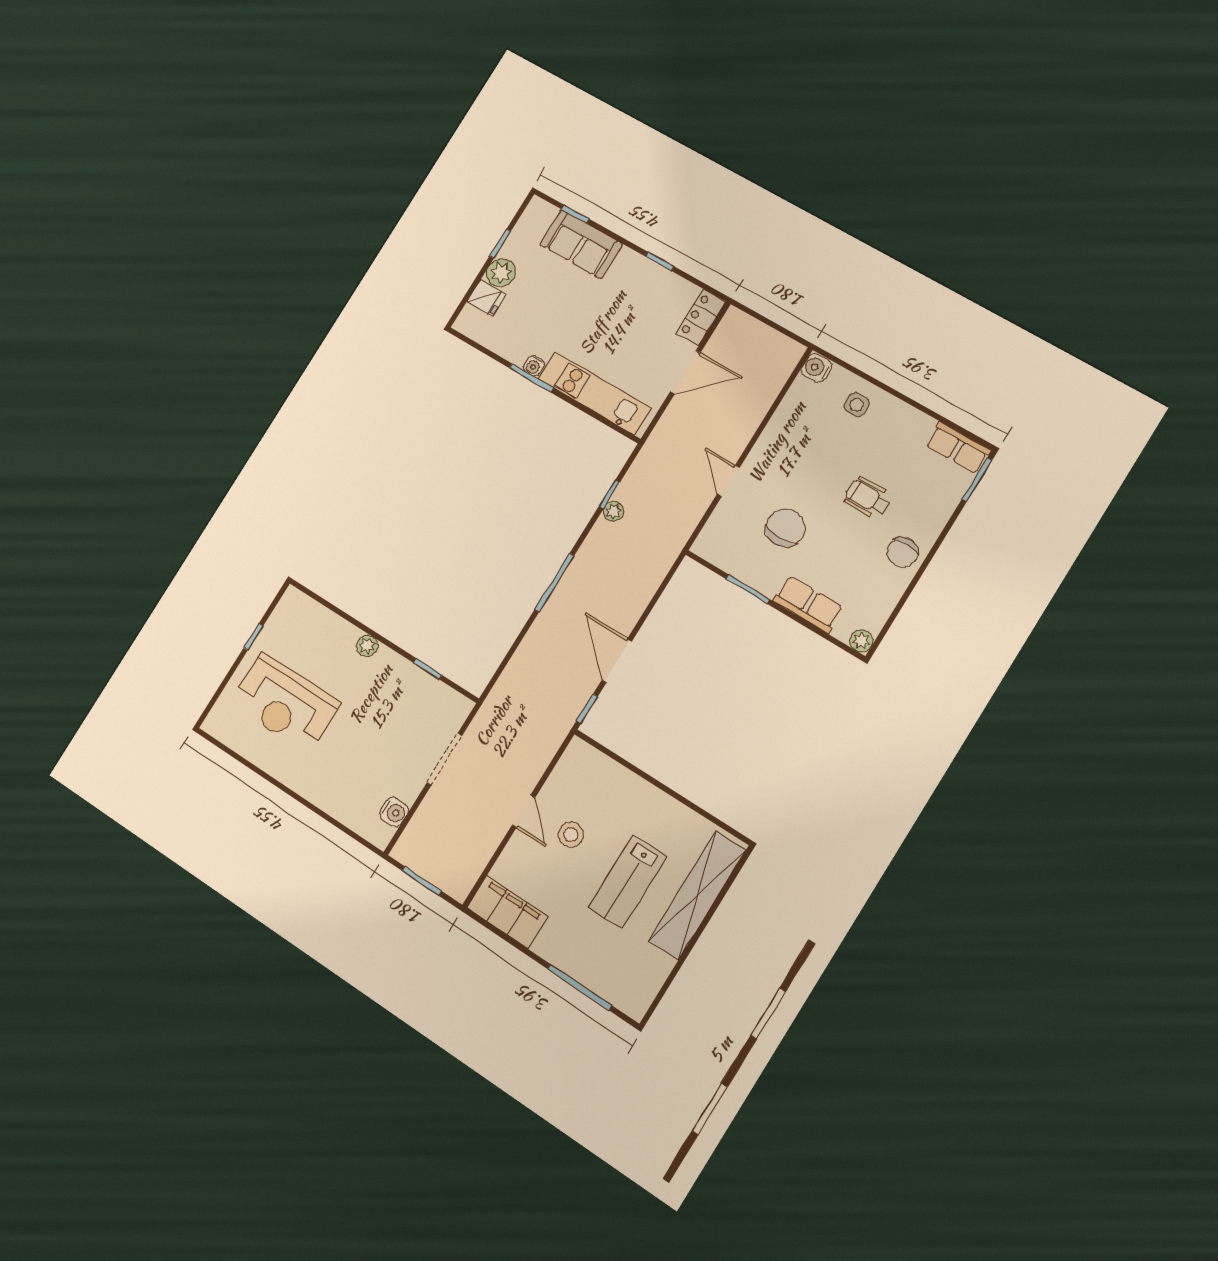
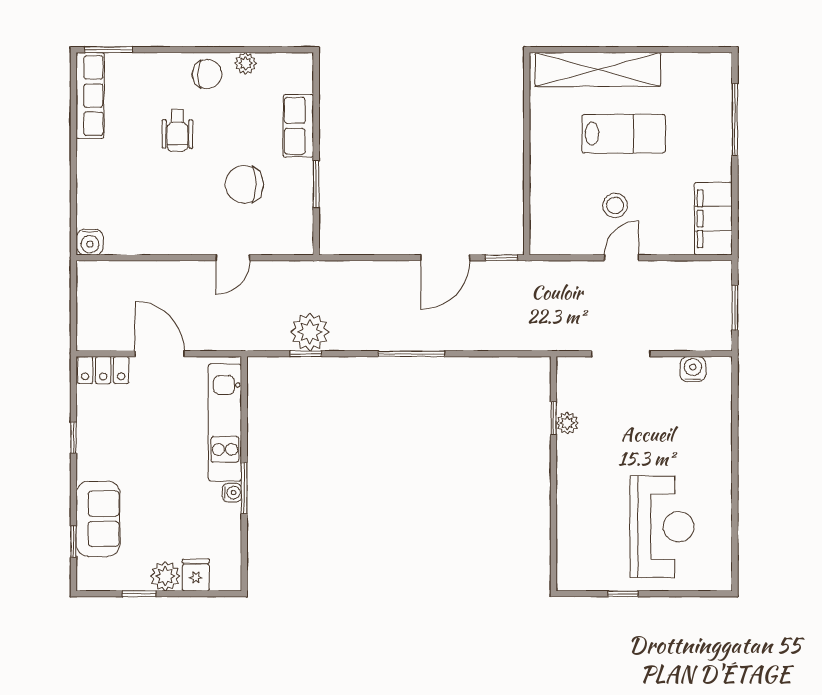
side table: (857, 405) -> (102, 188), removed
row of seats: (958, 448) -> (90, 95), width x1.48
plant: (613, 511) -> (310, 332), width x1.88, depth x1.88
plant: (861, 641) -> (246, 63), moved
plant: (367, 646) -> (567, 423), moved

